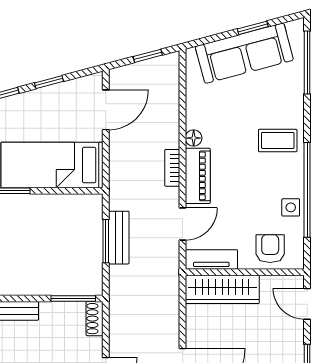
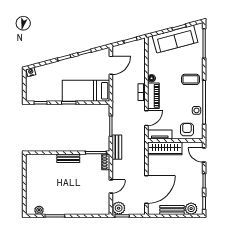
bench: (119, 238) -> (117, 147), moved

